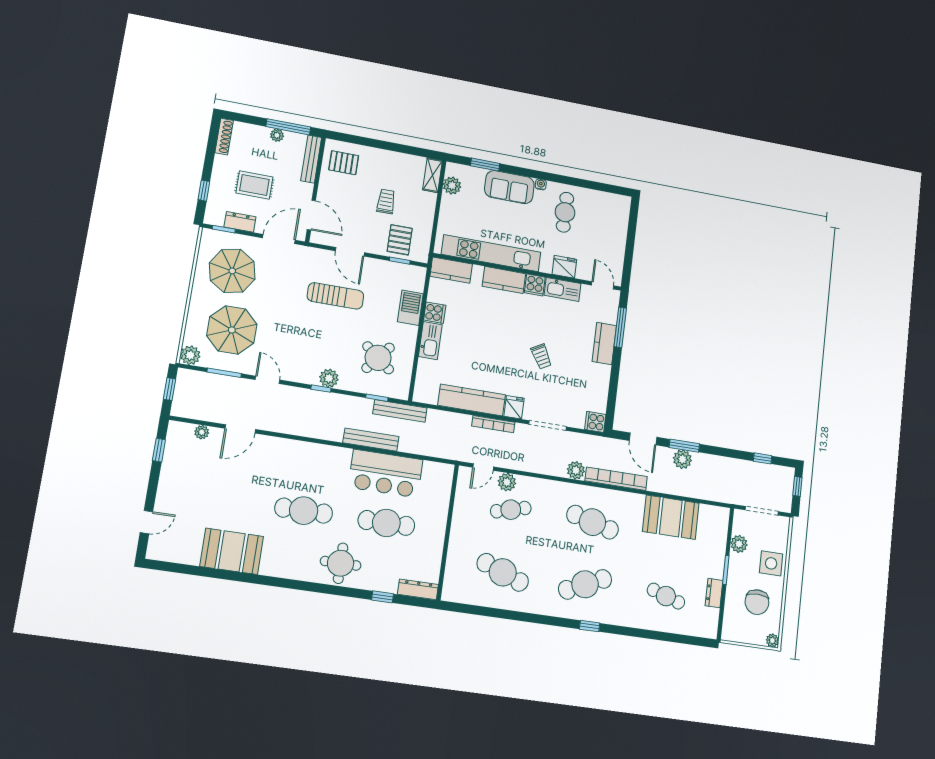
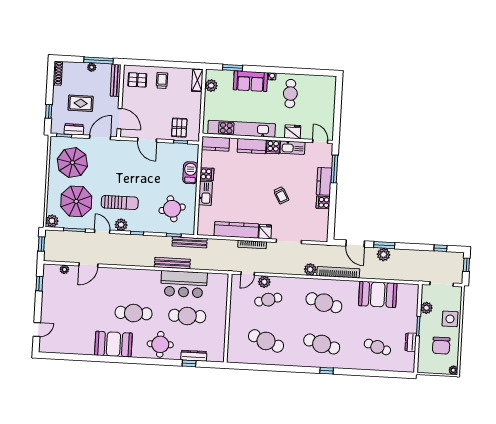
trolley: (386, 201) -> (162, 81), moved
sun lounger: (335, 296) -> (120, 202), moved
round table: (378, 358) -> (172, 209), turned 38
plant: (329, 378) -> (121, 225), moved
cooker: (595, 422) -> (323, 202), moved
booth: (232, 551) -> (113, 344), moved
cafe table: (585, 584) -> (322, 344), turned 39
dresser: (418, 589) -> (194, 356), moved

